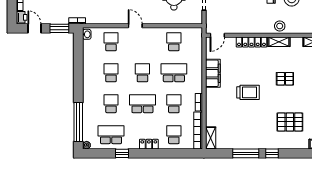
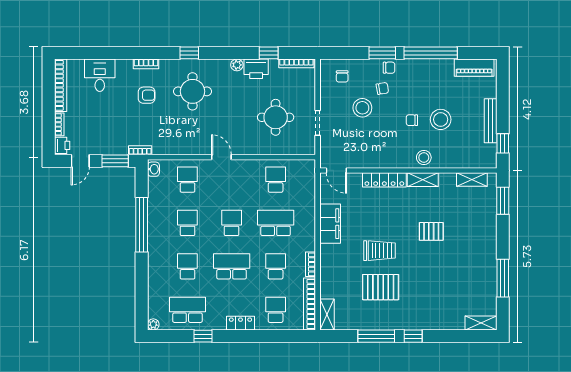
door: (34, 28) -> (80, 161), swing flipped
door: (217, 35) -> (336, 170), hinge flipped
window: (78, 122) -> (142, 225), moved
pallet: (290, 122) -> (381, 287), moved

